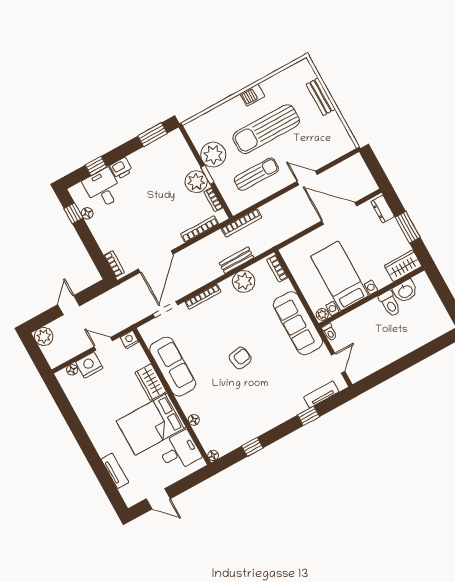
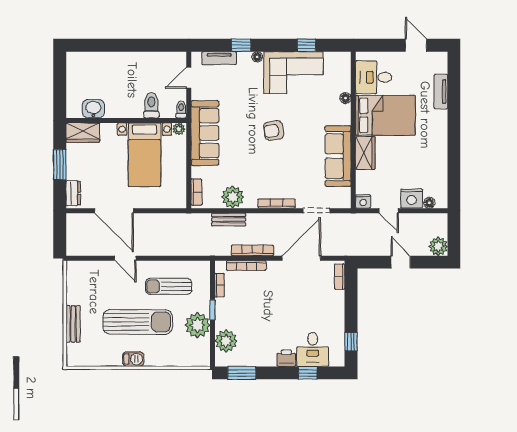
plant: (196, 182) -> (226, 341), moved
floor lamp: (87, 213) -> (339, 335), removed
bookcase: (241, 223) -> (252, 250), moved
toilet: (390, 304) -> (151, 105), moved
door: (69, 305) -> (401, 262), swing flipped
corner sofa: (251, 417) -> (293, 73), added
floor lamp: (213, 455) -> (257, 57), moved

